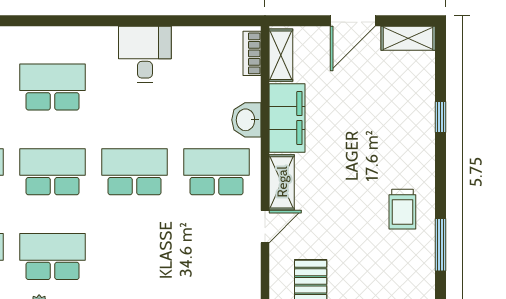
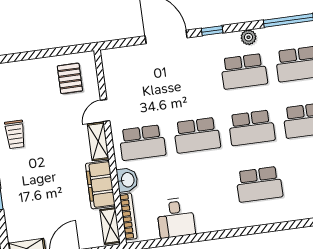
bookcase: (252, 53) -> (128, 216), width x1.56
desk: (145, 54) -> (176, 218), moved
trolley: (402, 209) -> (15, 134), turned 180

